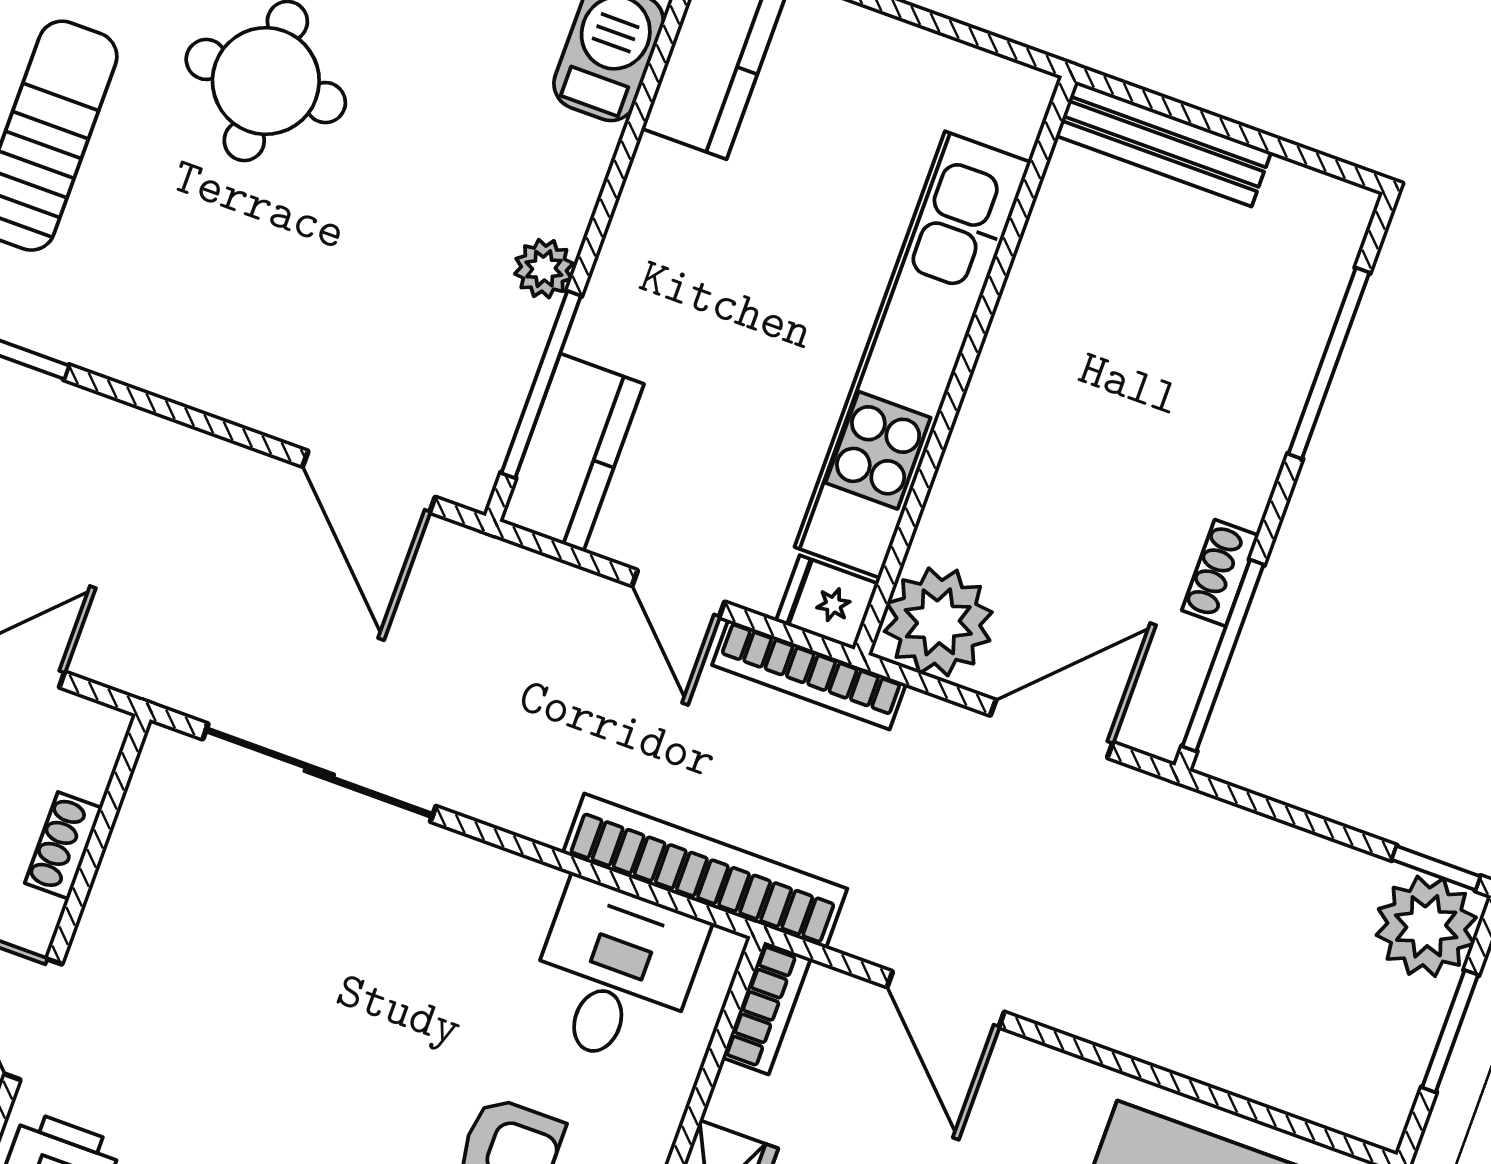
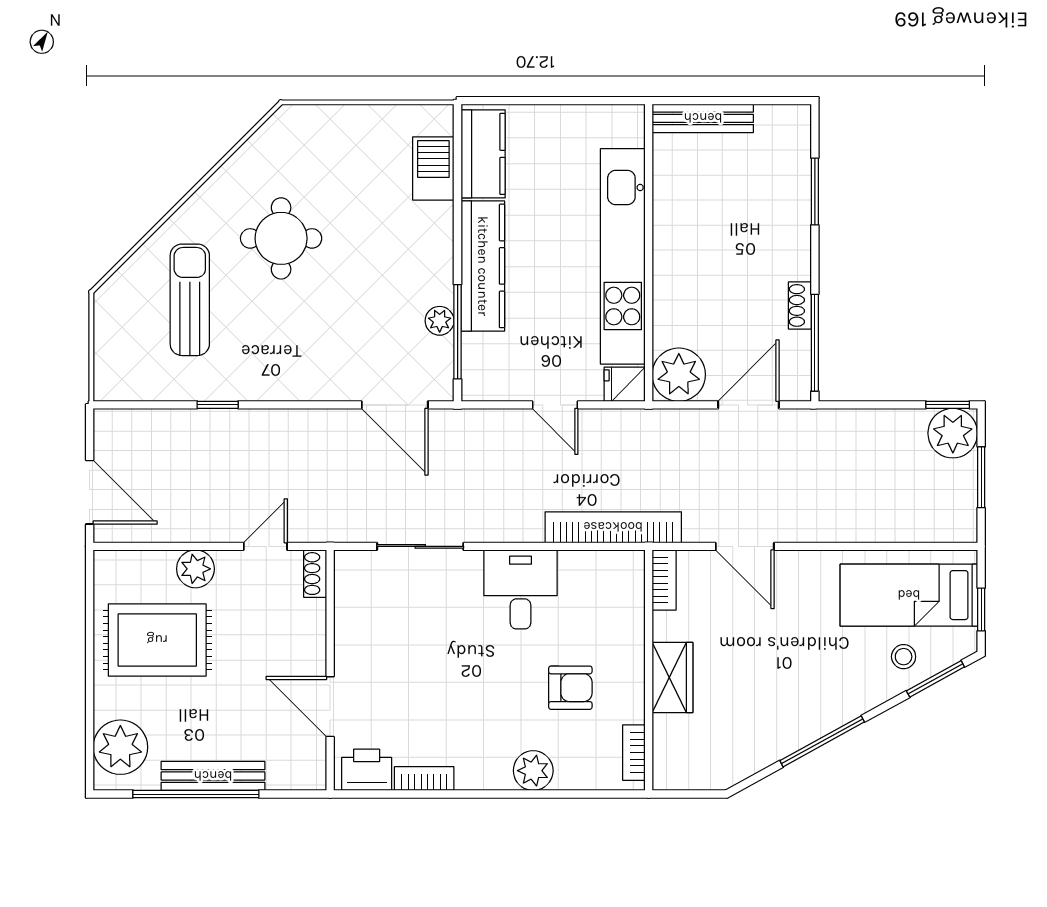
plant: (544, 269) -> (440, 321), moved
window: (1329, 363) -> (815, 191), width x0.69
kitchen counter: (572, 453) -> (483, 266), moved, width x1.50
bookcase: (809, 675) -> (628, 420), removed
sliding door: (319, 773) -> (420, 546), width x0.73
shoe rack: (63, 846) -> (315, 574), moved
desk: (615, 974) -> (521, 589), moved

